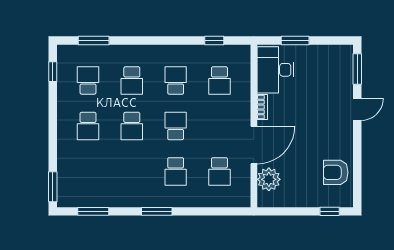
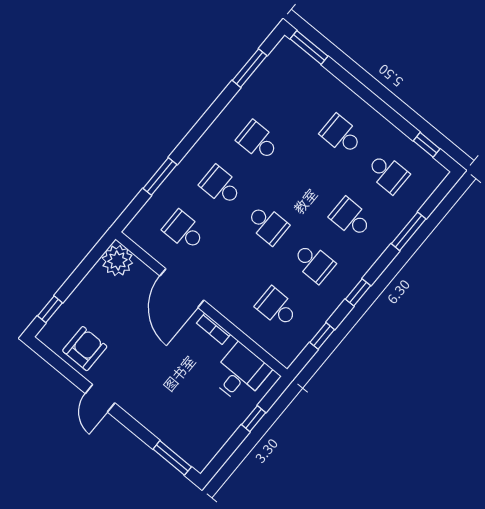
window: (94, 40) -> (409, 231), moved
window: (172, 40) -> (358, 292), added
window: (295, 40) -> (254, 419), width x0.67
desk: (275, 70) -> (240, 374), width x0.73
door: (357, 109) -> (100, 398), moved
school desk: (132, 126) -> (258, 141), moved
plant: (269, 179) -> (117, 261), moved
window: (157, 211) -> (160, 176), moved

